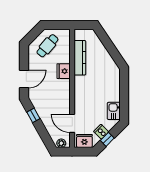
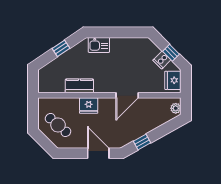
window: (111, 48) -> (61, 48), added
kitchen counter: (80, 58) -> (79, 86), width x0.67
kitchen sink: (114, 111) -> (99, 45), moved
door: (72, 123) -> (127, 95), moved

